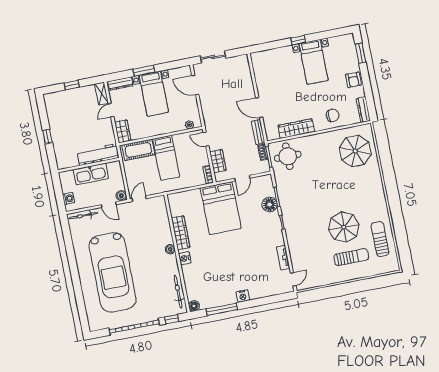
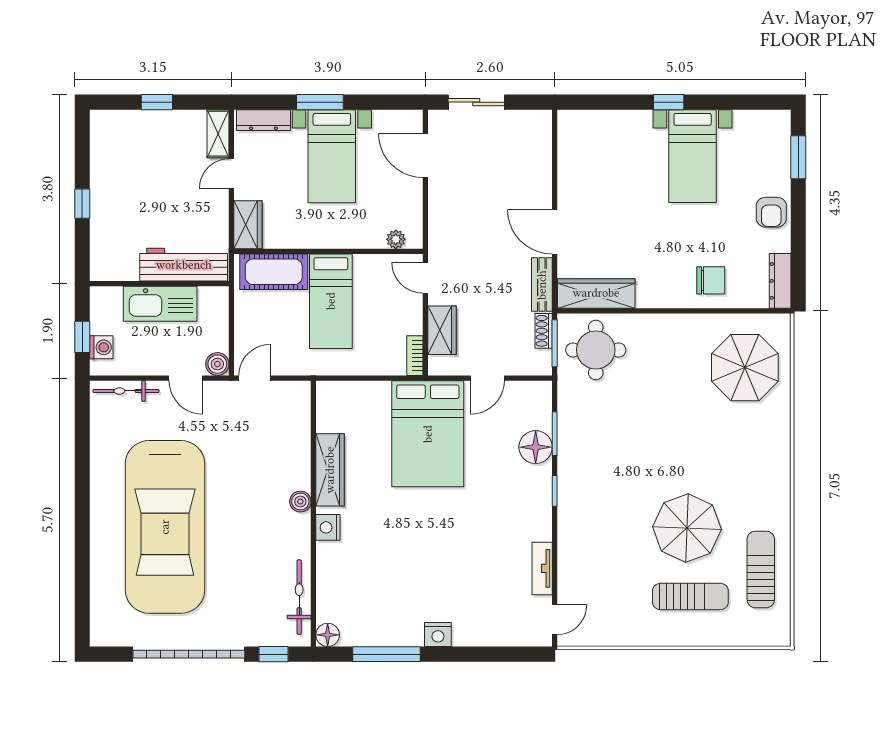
wardrobe: (296, 129) -> (596, 293), moved
window: (59, 196) -> (82, 337), added

